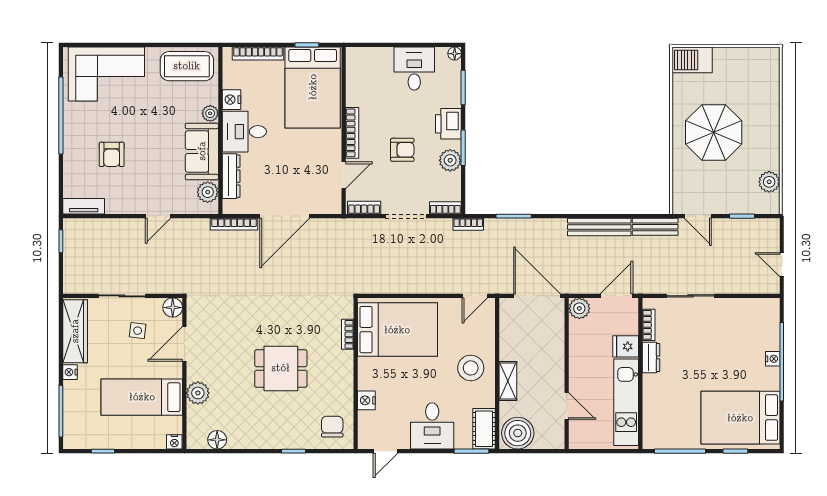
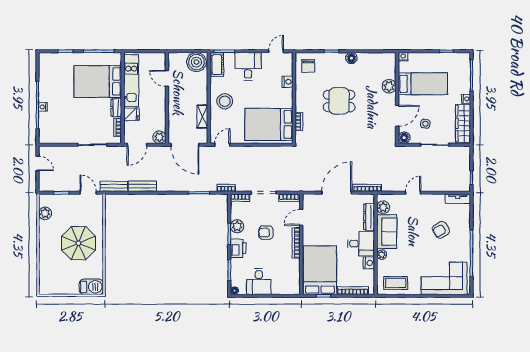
coffee table: (187, 66) -> (396, 283), width x0.73, depth x0.76
armchair: (112, 154) -> (441, 230), turned -121
bench: (599, 227) -> (142, 186), width x0.73
shelving: (508, 381) -> (202, 117), moved
bed: (740, 418) -> (98, 81), moved, turned 180
floor lamp: (217, 440) -> (351, 58), moved

